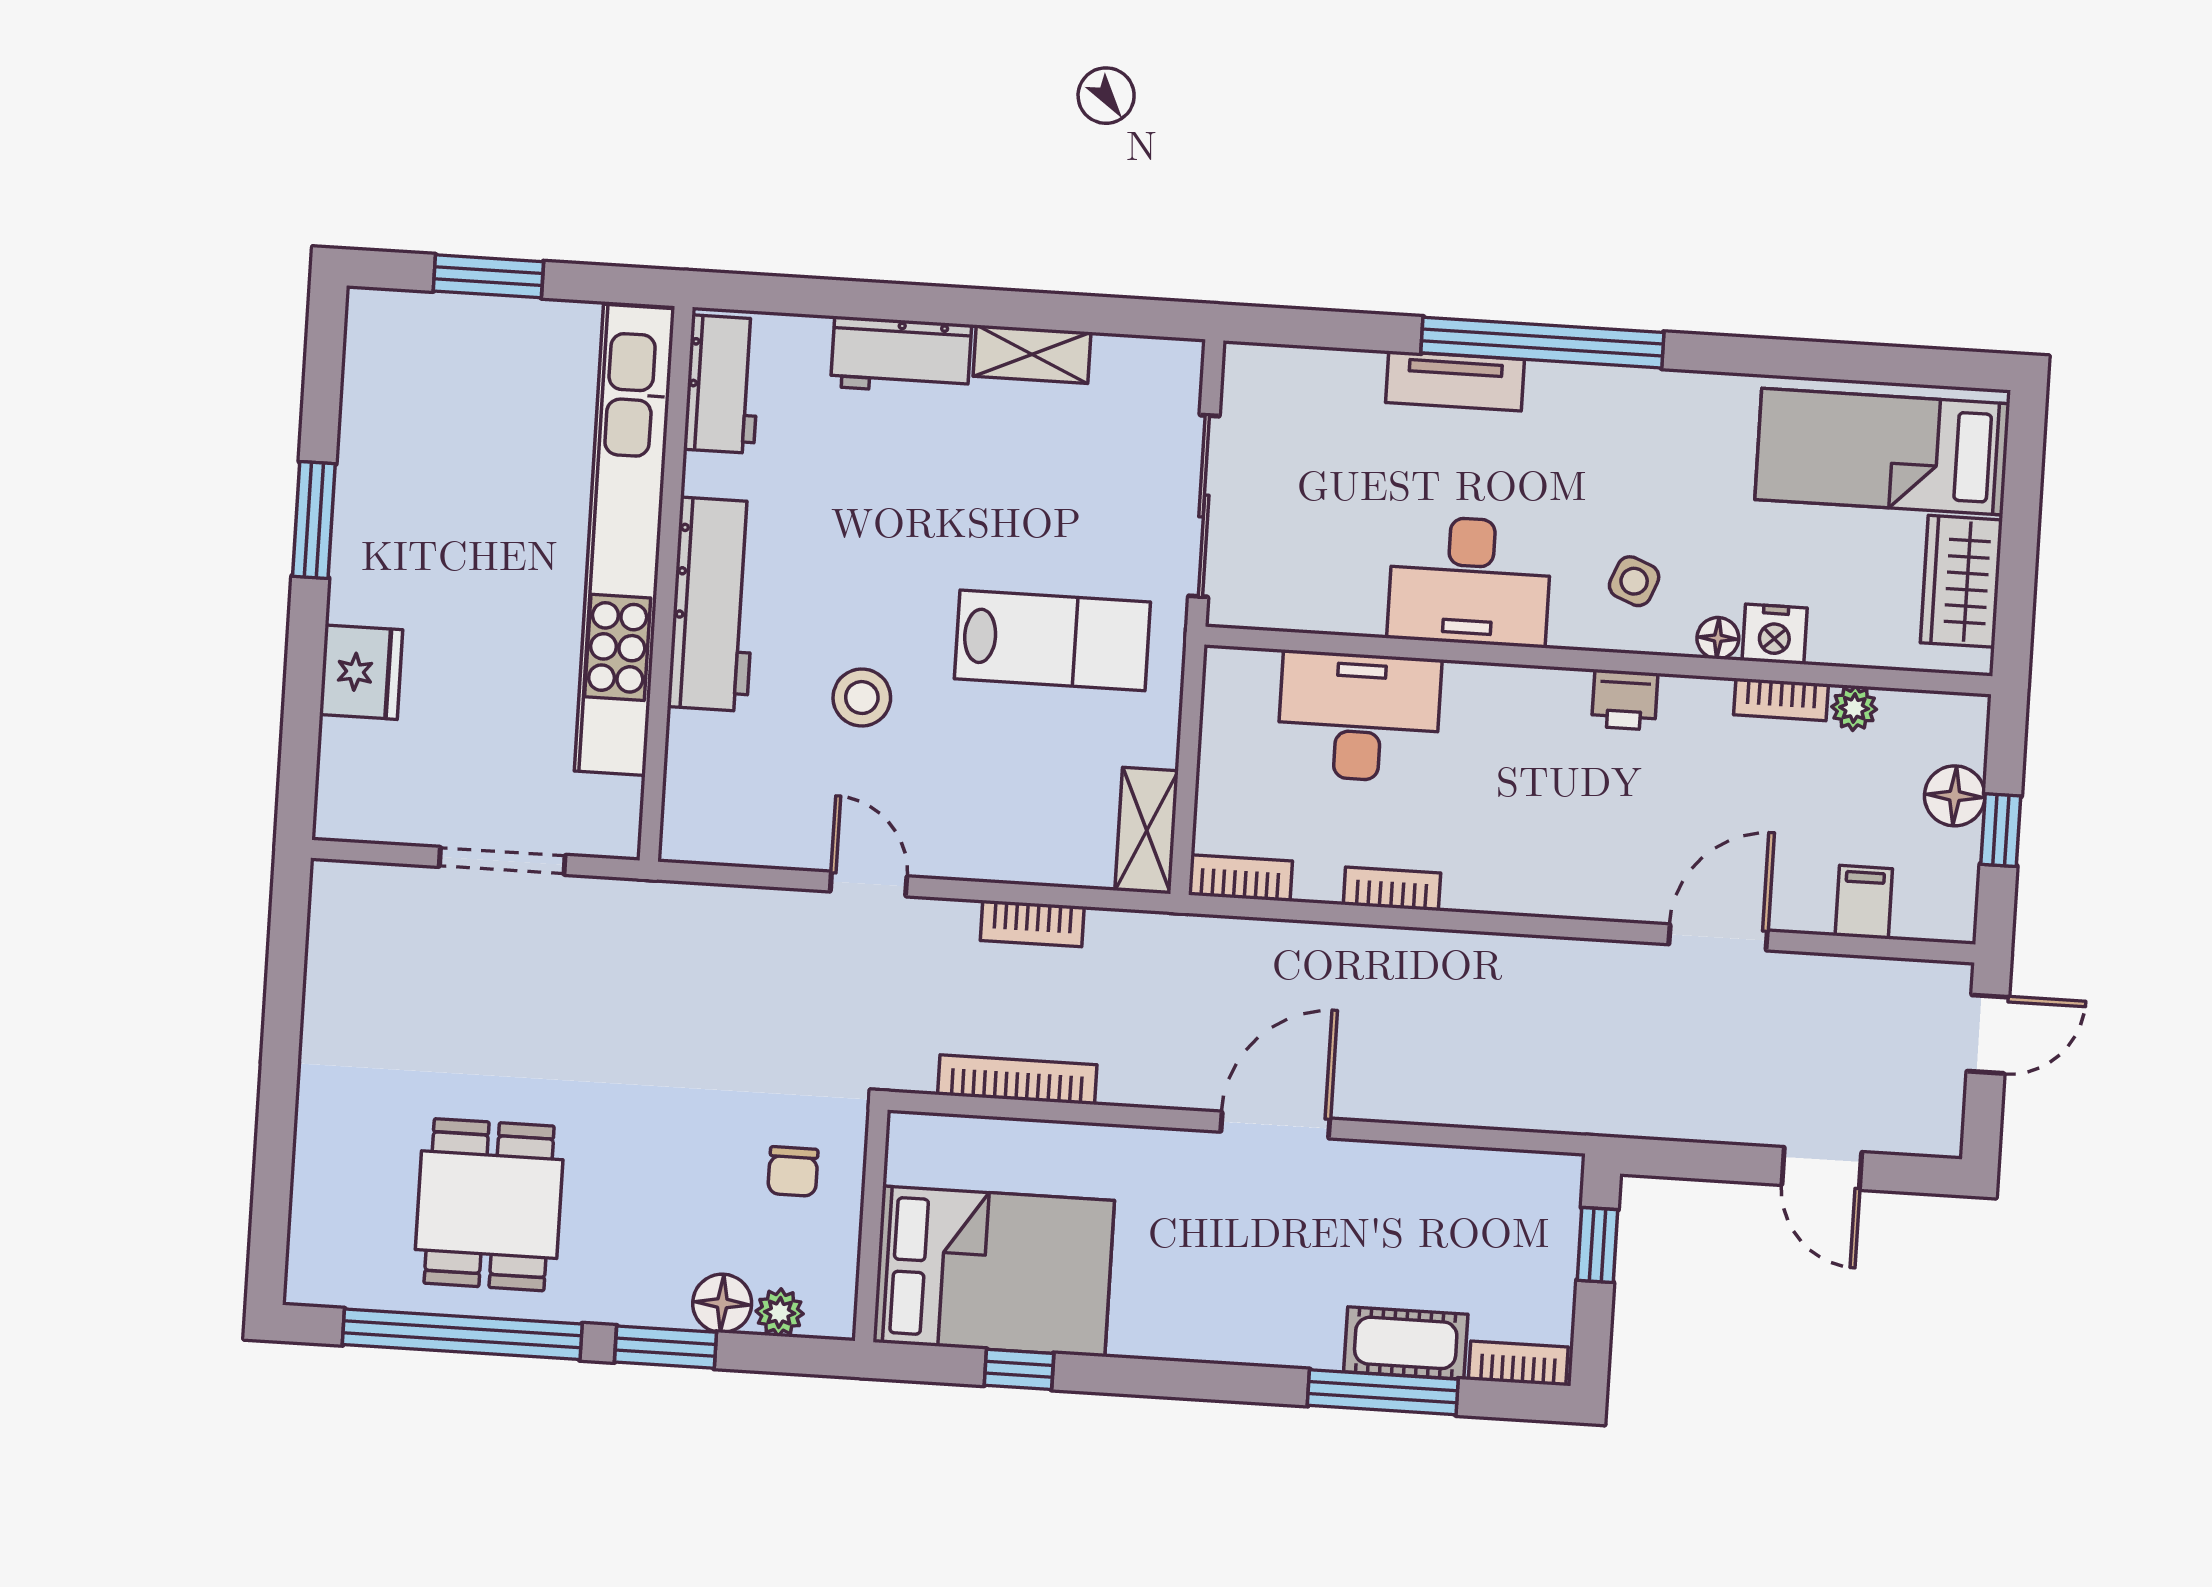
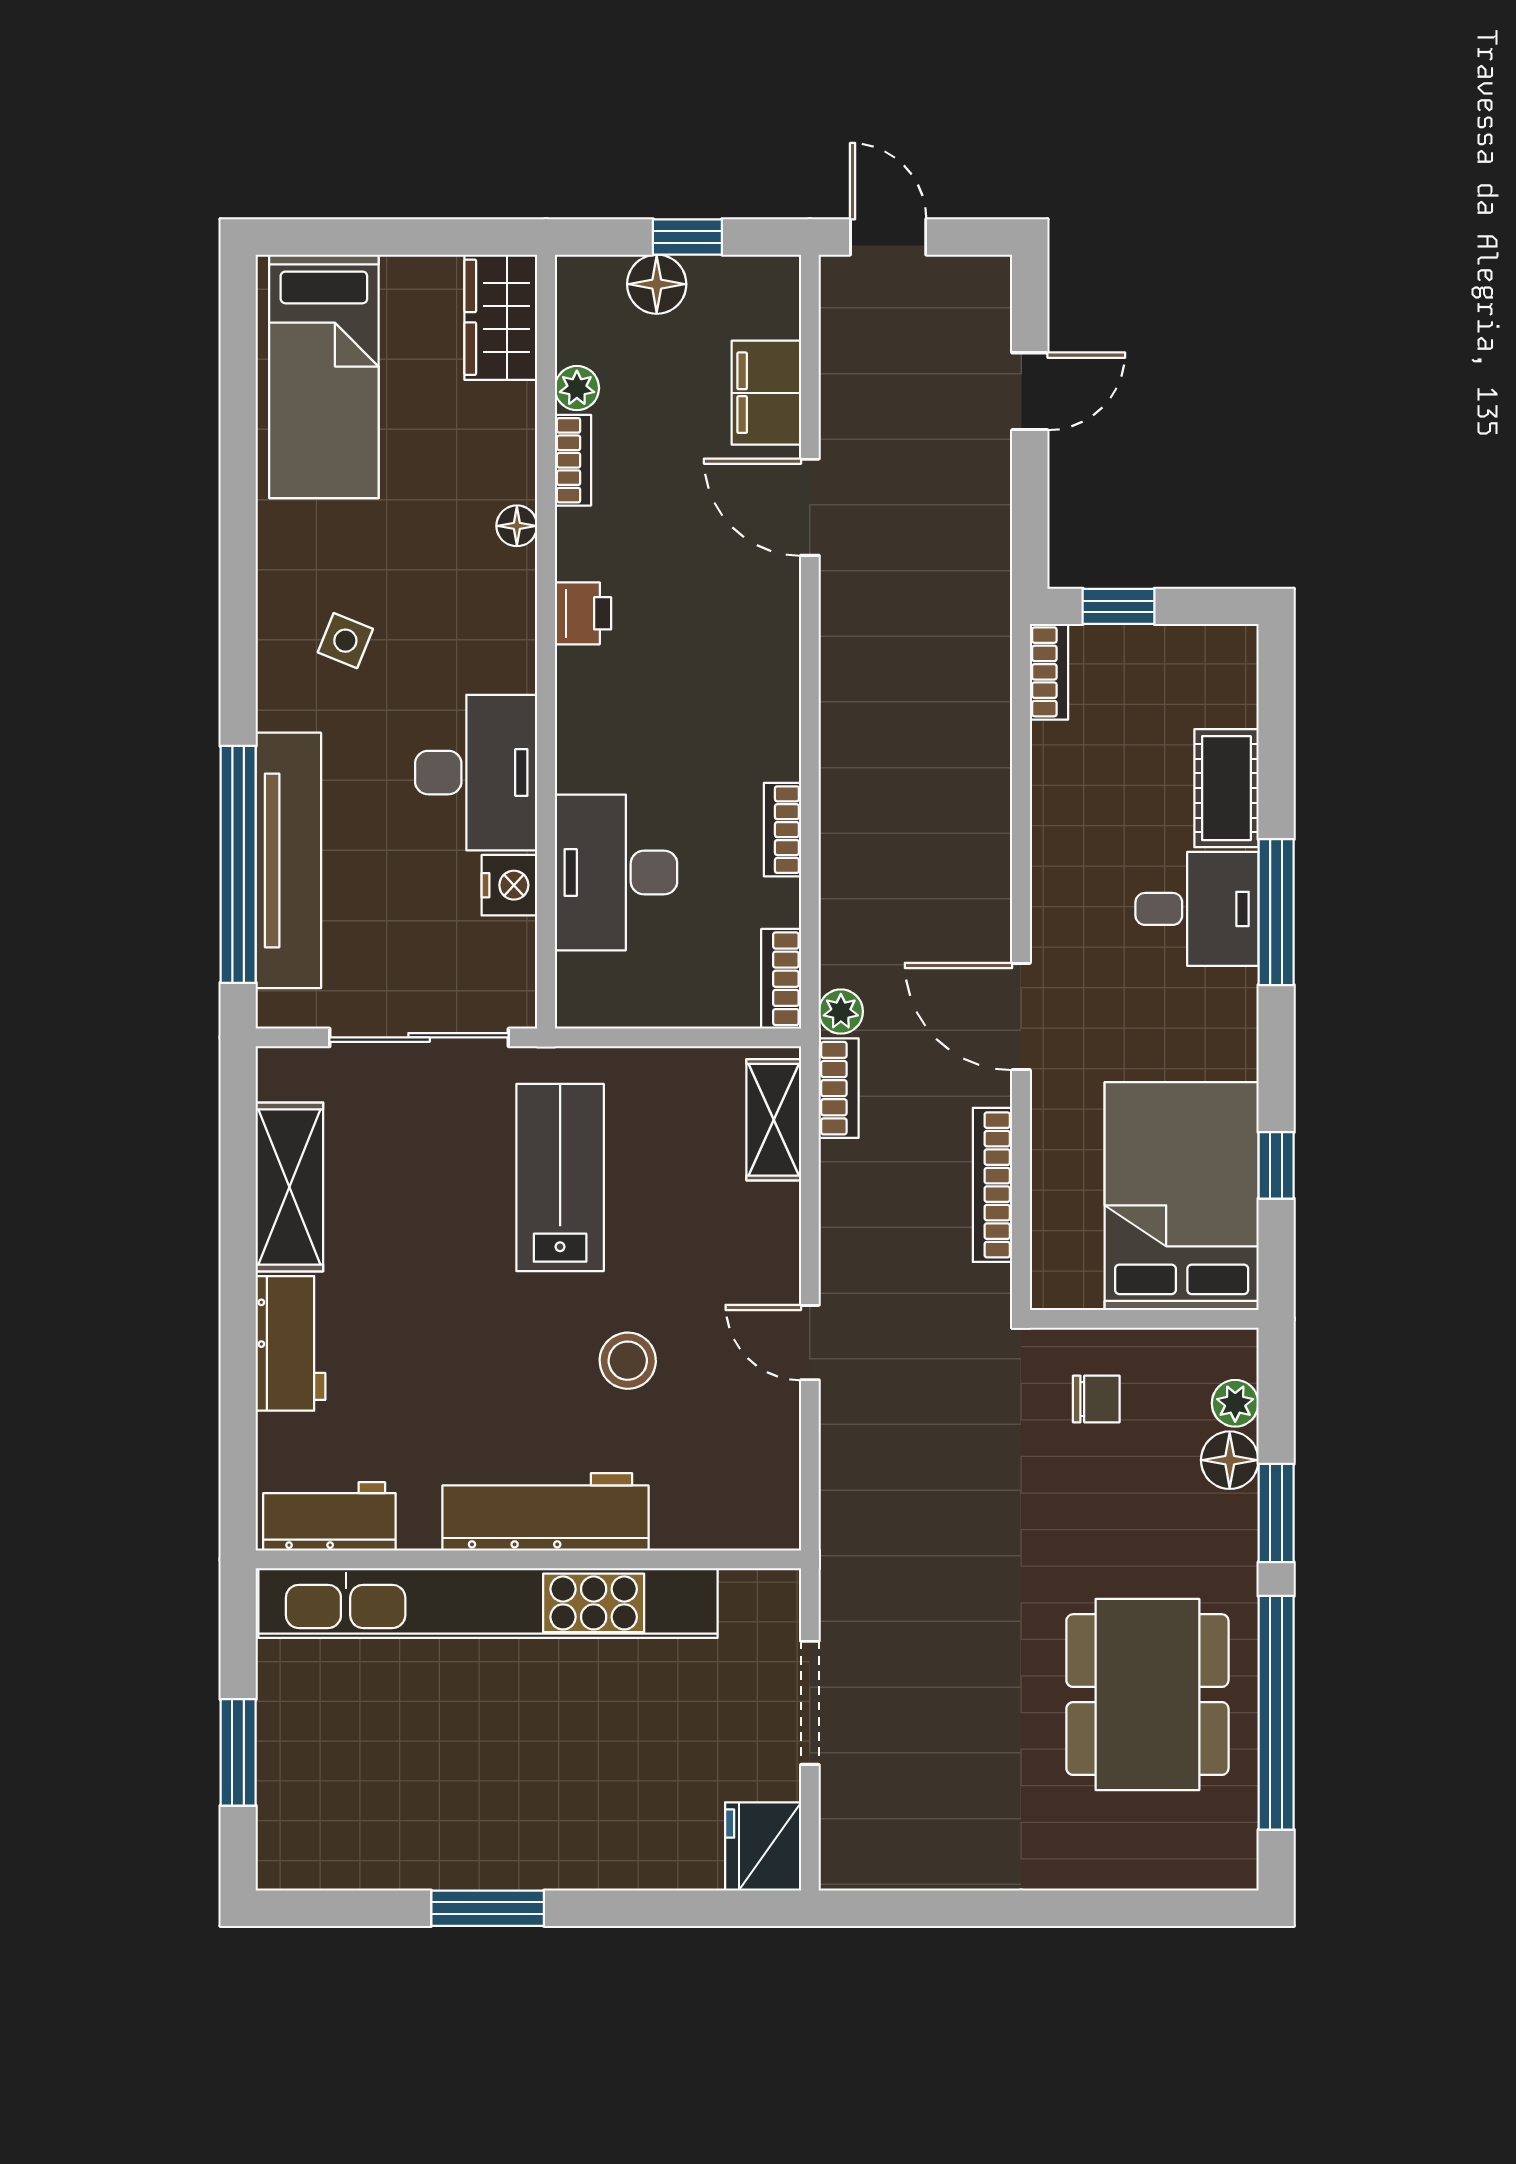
window: (1542, 343) -> (238, 864), moved
shelving: (1032, 354) -> (289, 1187), width x1.50, depth x1.33
tv unit: (1455, 381) -> (288, 860), width x1.92, depth x1.29
side table: (1634, 581) -> (345, 641), moved
wardrobe: (1961, 581) -> (501, 317), moved, turned 90
nightstand: (1775, 634) -> (509, 885), moved
fridge: (361, 672) -> (763, 1846), moved, turned -90
shelving: (1147, 830) -> (774, 1120), moved, turned 90
door: (869, 884) -> (810, 1343), hinge flipped
filing cabinet: (1864, 902) -> (766, 393), width x2.00
bookcase: (1032, 924) -> (839, 1088), moved
plant: (1203, 937) -> (841, 1012), added
door: (1275, 1125) -> (1021, 1017), moved
dining table: (489, 1205) -> (1147, 1695), width x1.38
desk: (1285, 1305) -> (1197, 909), added
bookcase: (1518, 1363) -> (1049, 672), moved, turned 180
window: (1383, 1392) -> (1276, 912), moved

